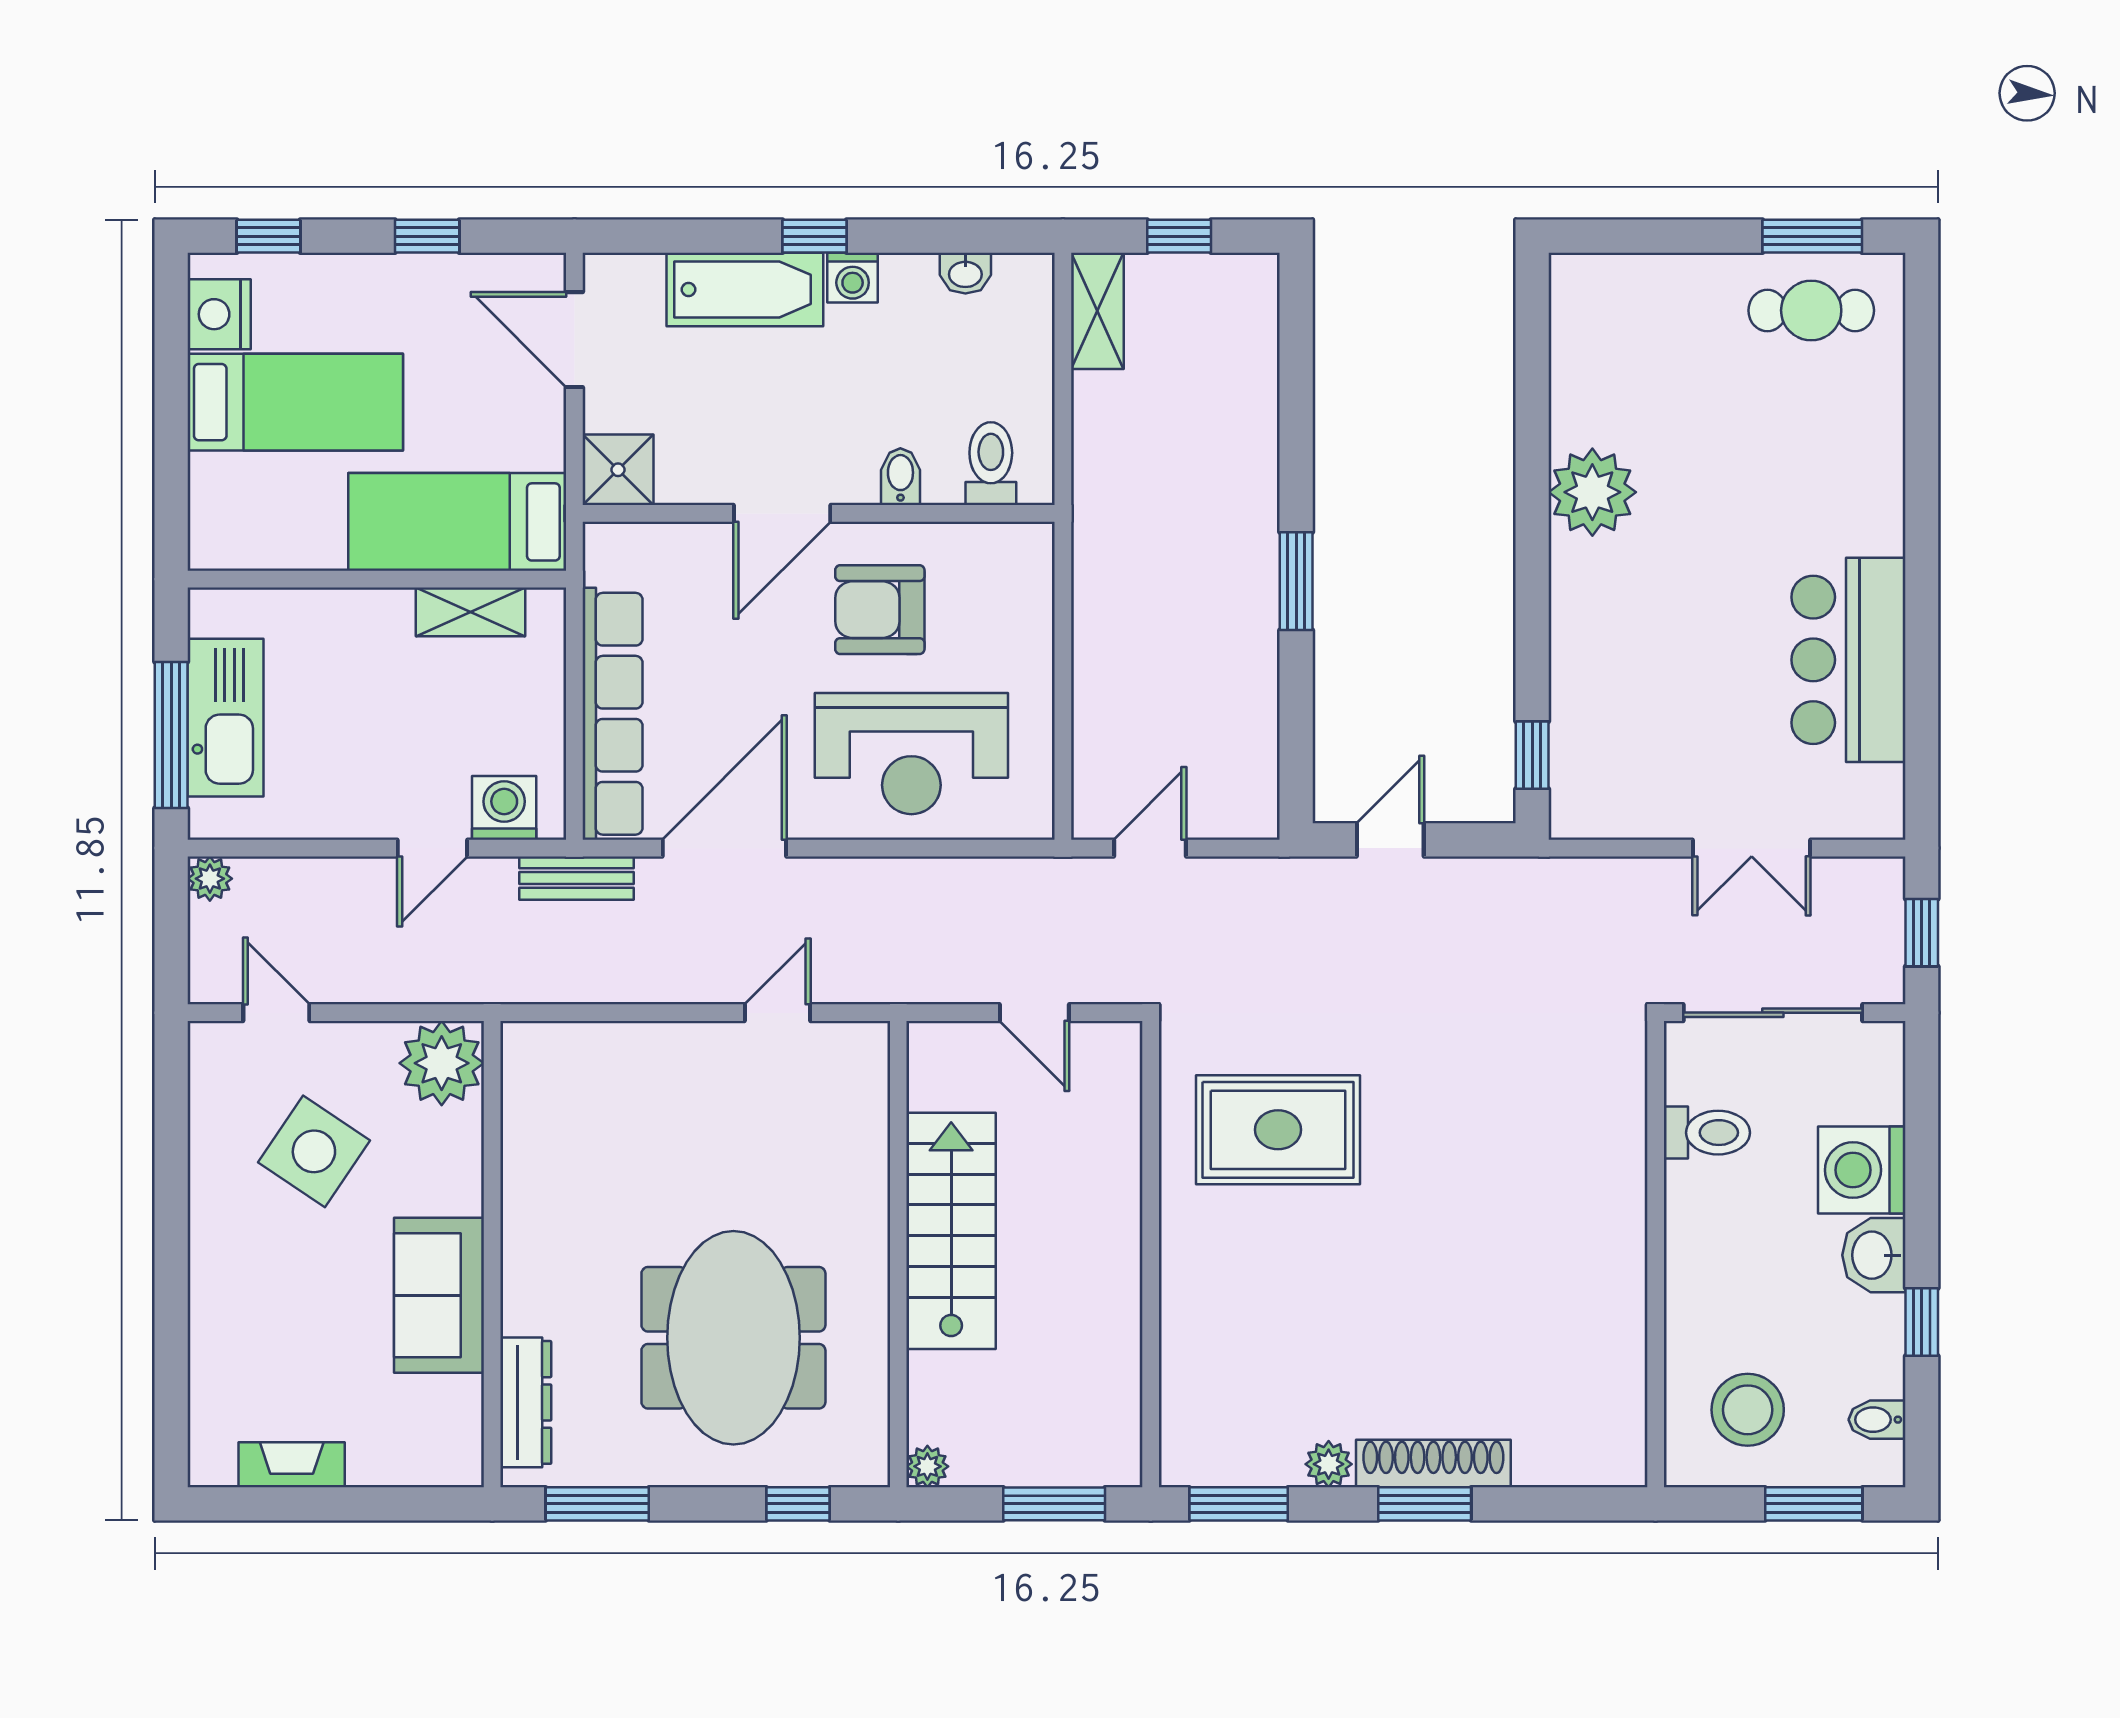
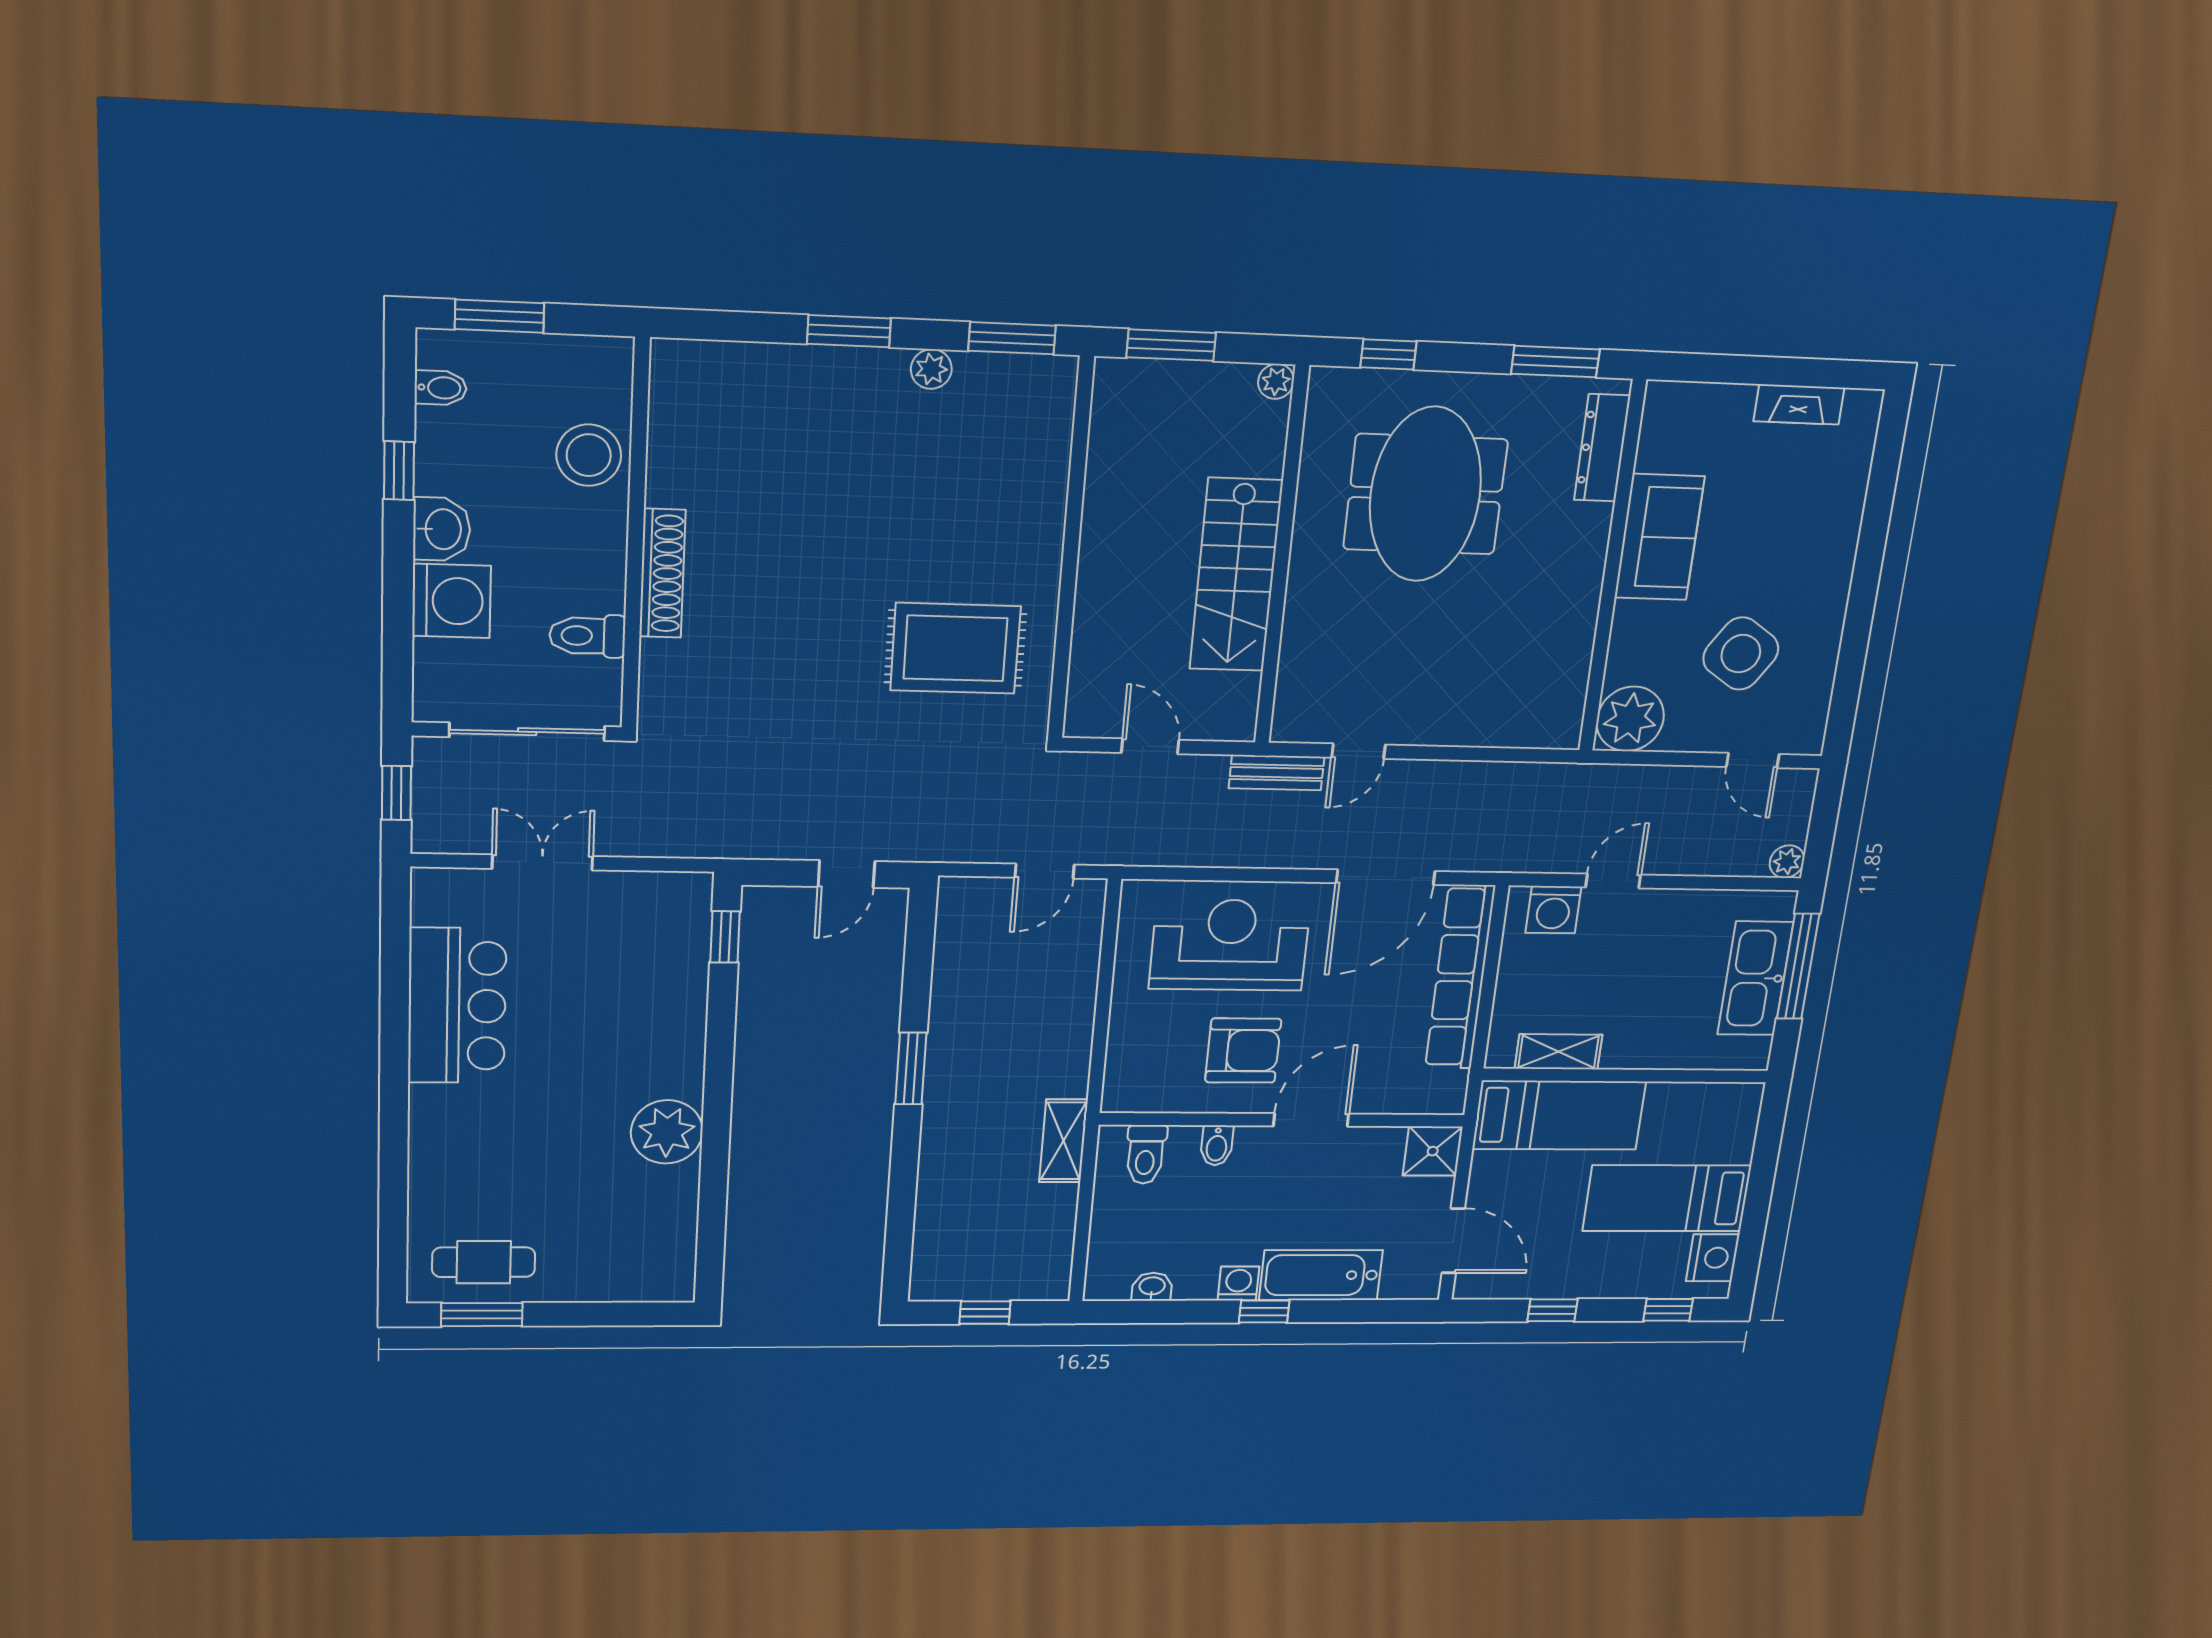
shelving: (1097, 311) -> (1063, 1141), moved
bench: (577, 878) -> (1277, 773), moved
stool: (1748, 1410) -> (589, 455), moved
shoe rack: (1433, 1464) -> (662, 573), moved, turned -90

